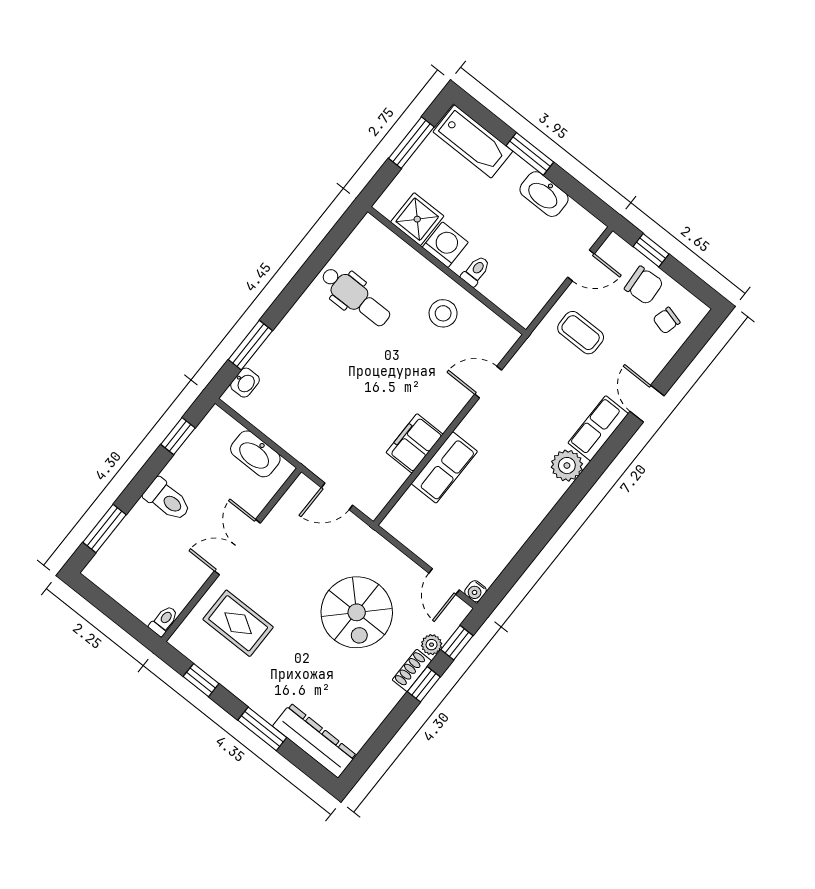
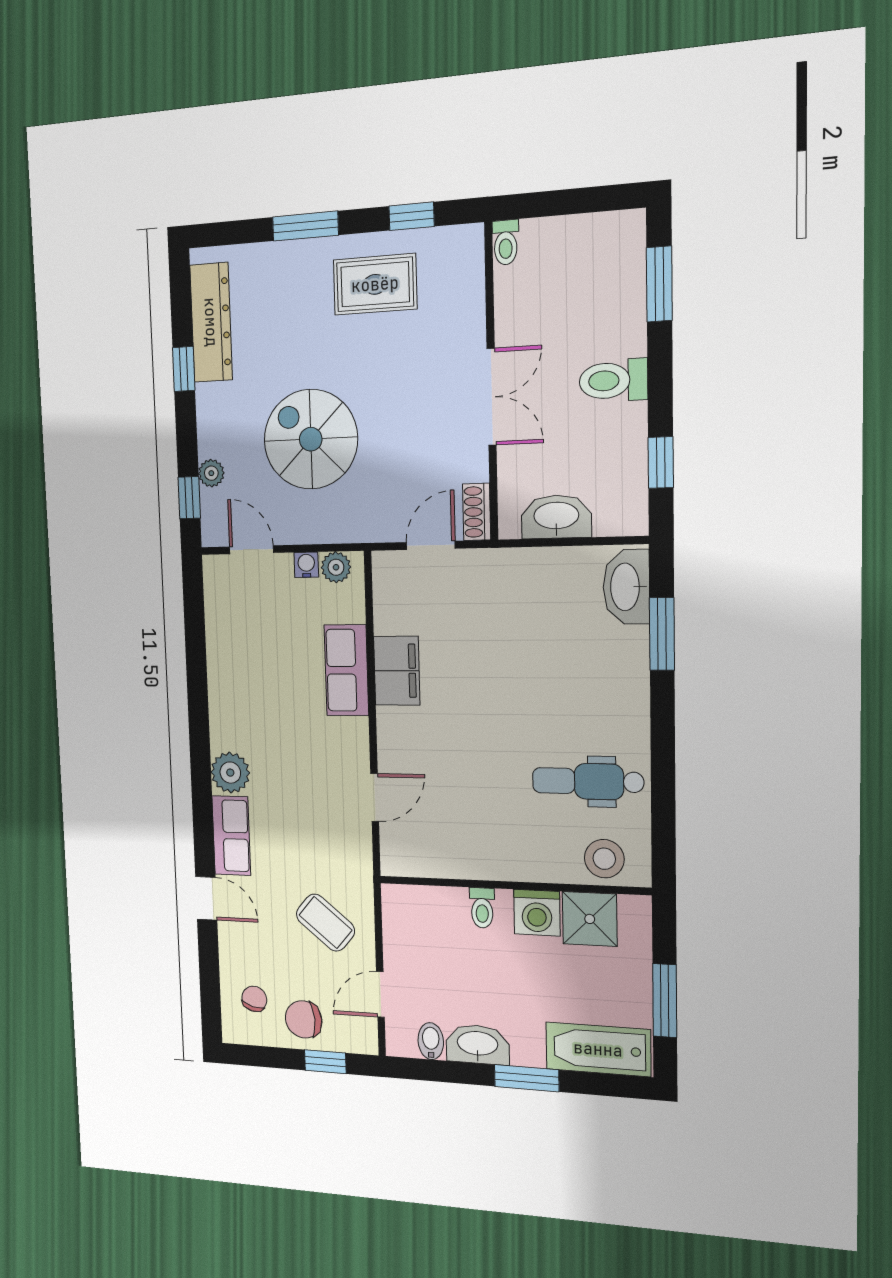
bidet: (572, 216) -> (431, 1041), added
stool: (443, 313) -> (604, 859), moved
coffee table: (581, 333) -> (325, 923), turned 40
washbasin: (245, 383) -> (626, 587), width x1.91, depth x1.45
plant: (402, 530) -> (336, 567), added
water cooler: (475, 591) -> (306, 565), moved
rug: (238, 623) -> (375, 284), moved
shoe rack: (412, 670) -> (477, 512), moved, turned 180
window: (424, 684) -> (184, 369), moved
dresser: (315, 741) -> (211, 322), moved, turned -90

